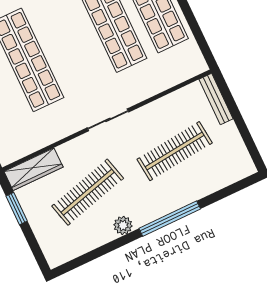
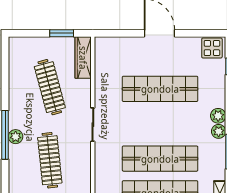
plant: (123, 225) -> (16, 137), moved

